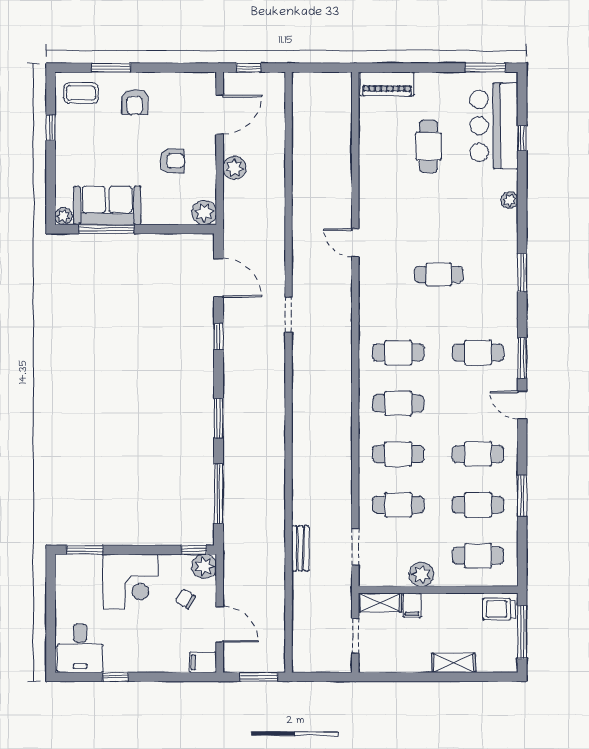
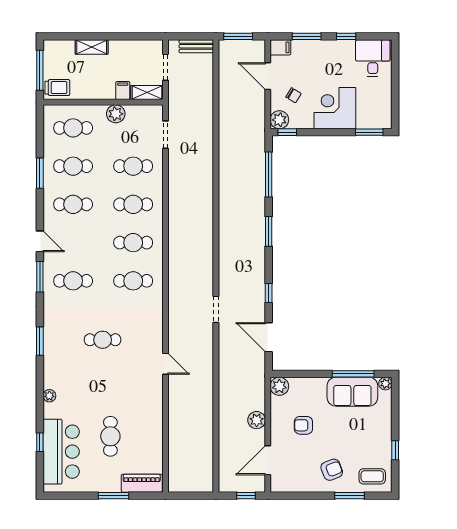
window: (485, 68) -> (113, 496), moved
armchair: (135, 102) -> (332, 470), turned 69
bench: (300, 548) -> (196, 46), moved, turned 90
window: (168, 677) -> (307, 36), added

